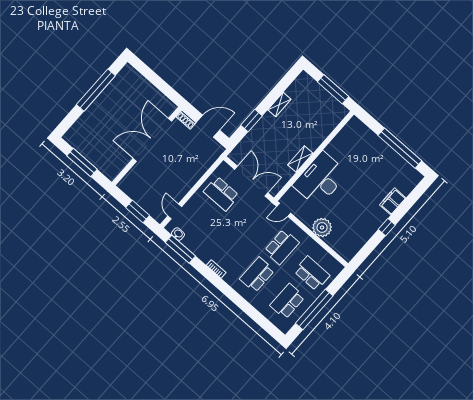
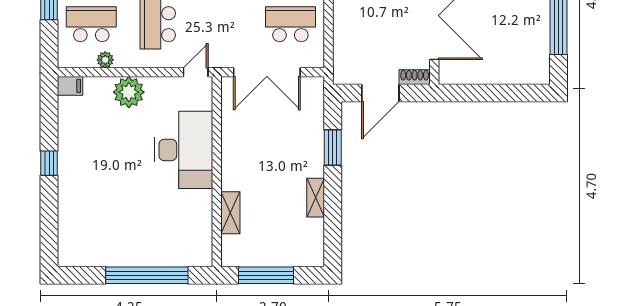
window: (400, 148) -> (147, 275), moved
shelving: (300, 159) -> (230, 213), moved
filing cabinet: (393, 201) -> (70, 86), moved, width x0.50
plant: (320, 252) -> (105, 60), added
school desk: (312, 273) -> (91, 24), turned 180

